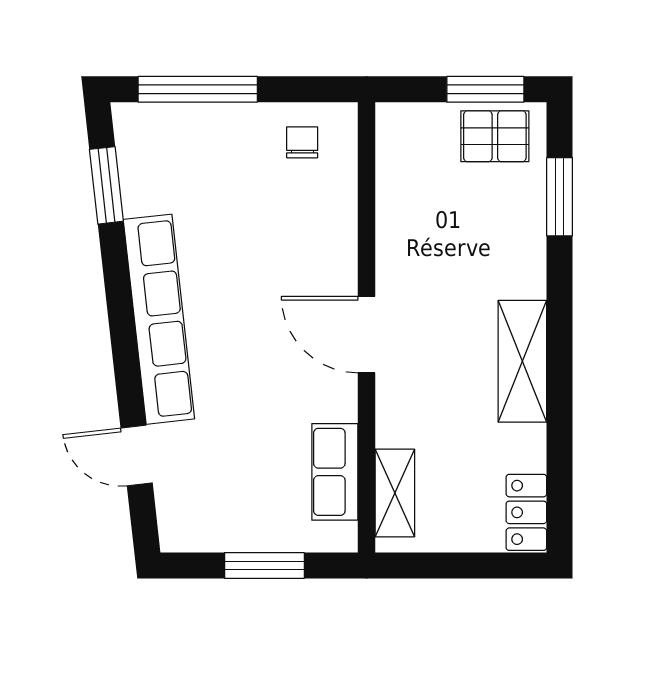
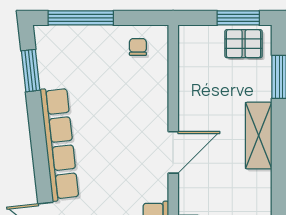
door: (367, 335) -> (173, 152), swing flipped
shelving: (522, 361) -> (259, 136), moved

